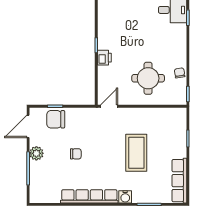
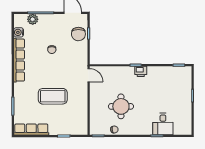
printer: (104, 58) -> (141, 71), moved
round table: (148, 78) -> (121, 106), moved
chair: (56, 119) -> (78, 34), turned 180
plant: (36, 153) -> (33, 19), moved
water cooler: (125, 197) -> (19, 32), moved

